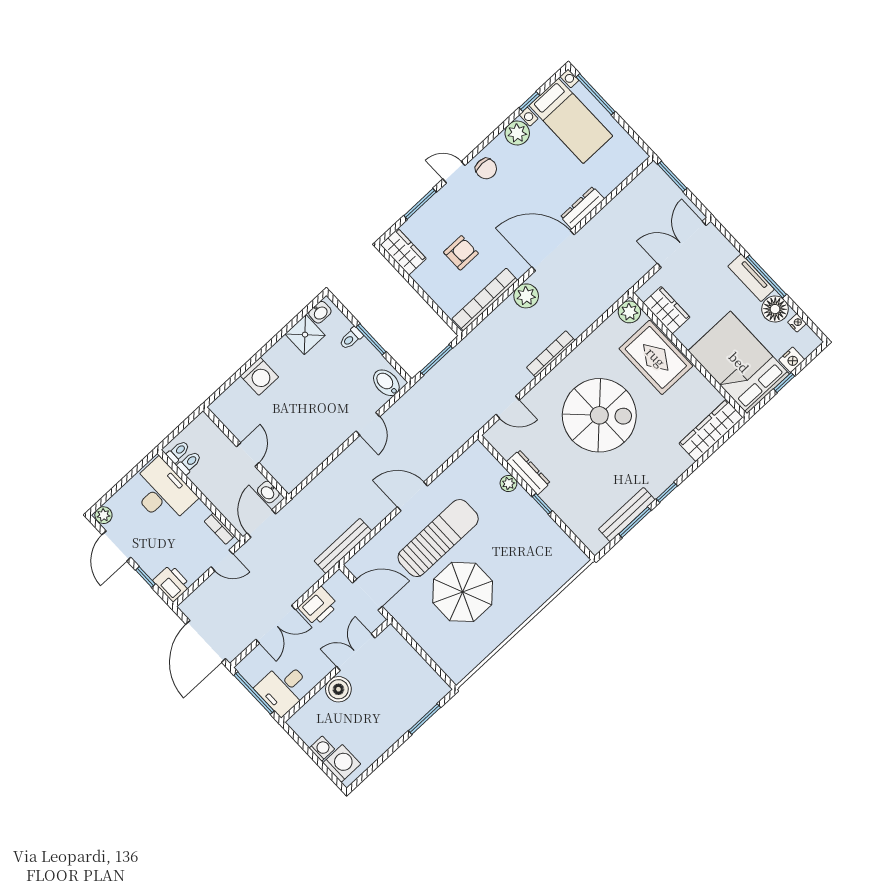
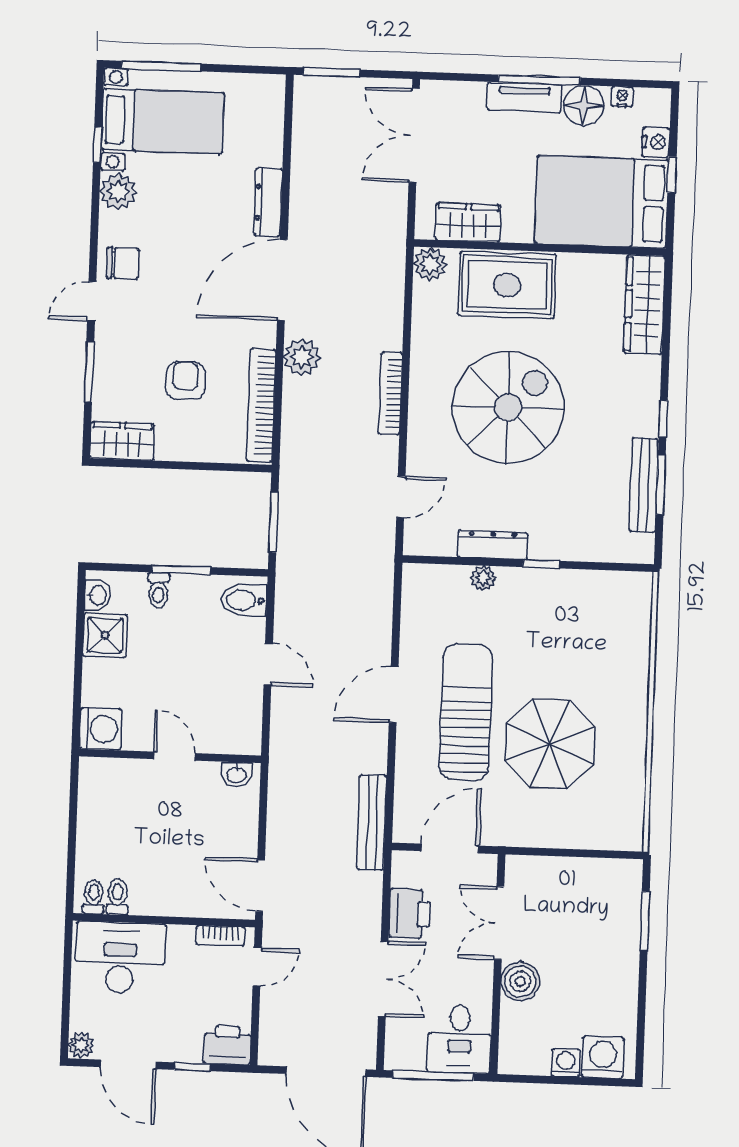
wall: (246, 452) -> (170, 756), moved
door: (248, 455) -> (174, 756), moved
washbasin: (268, 492) -> (236, 774), moved

